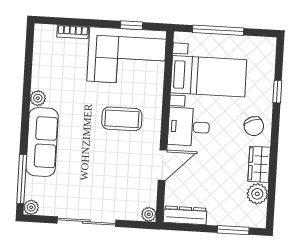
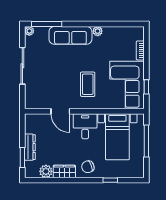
plant: (149, 214) -> (29, 104), removed
dresser: (185, 215) -> (30, 147), moved

